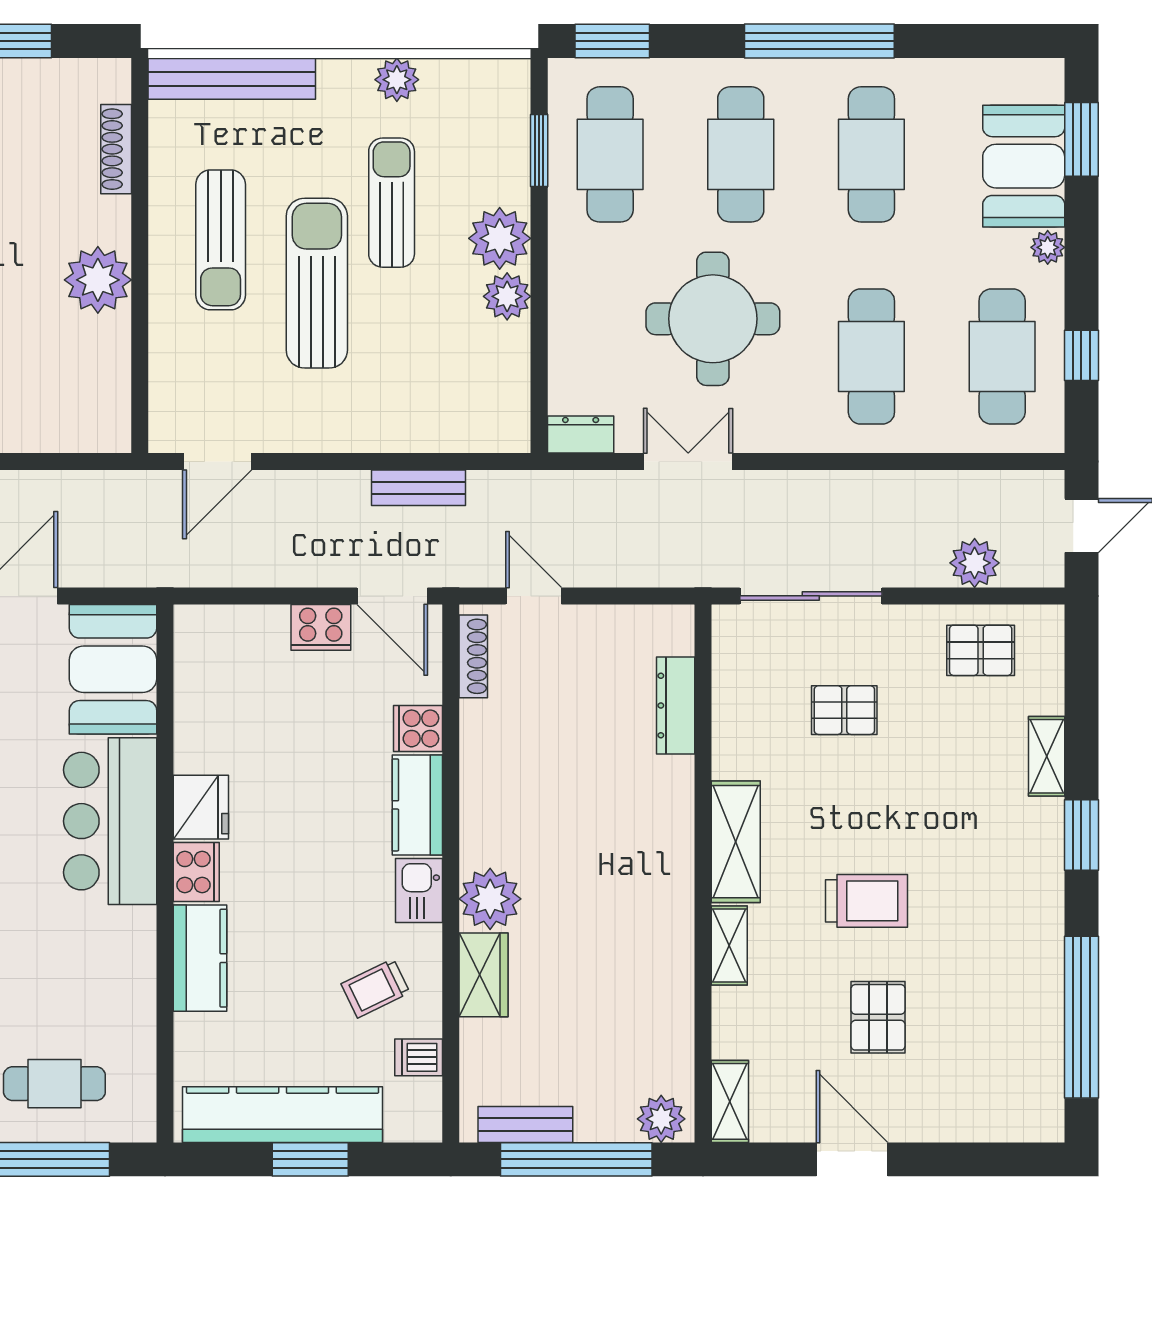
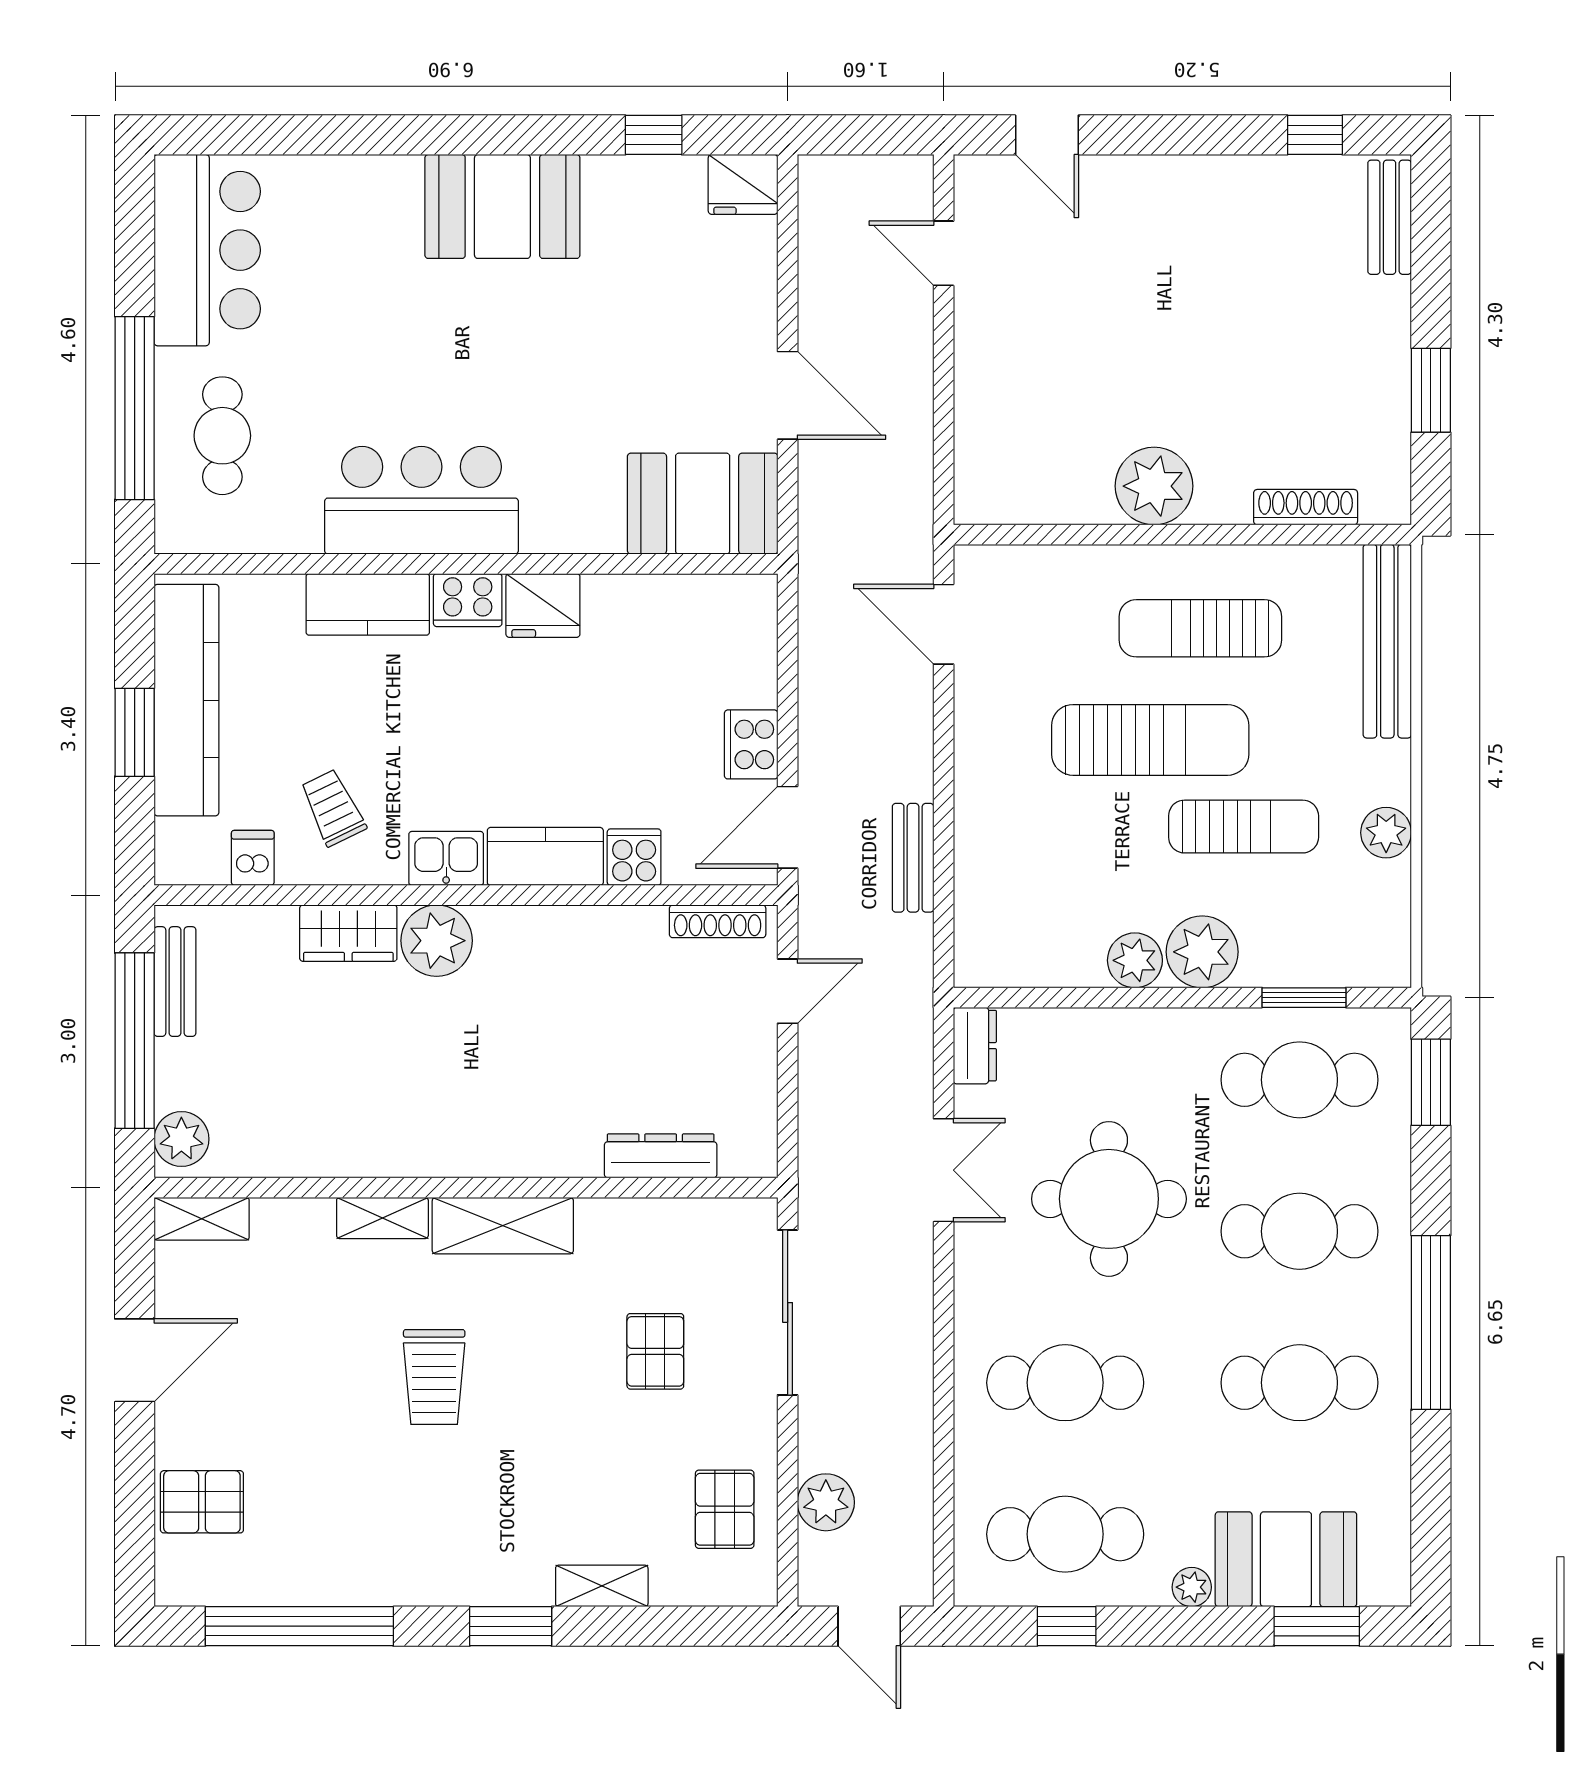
bar counter: (110, 821) -> (421, 500), moved
pallet: (878, 1017) -> (202, 1502), moved

